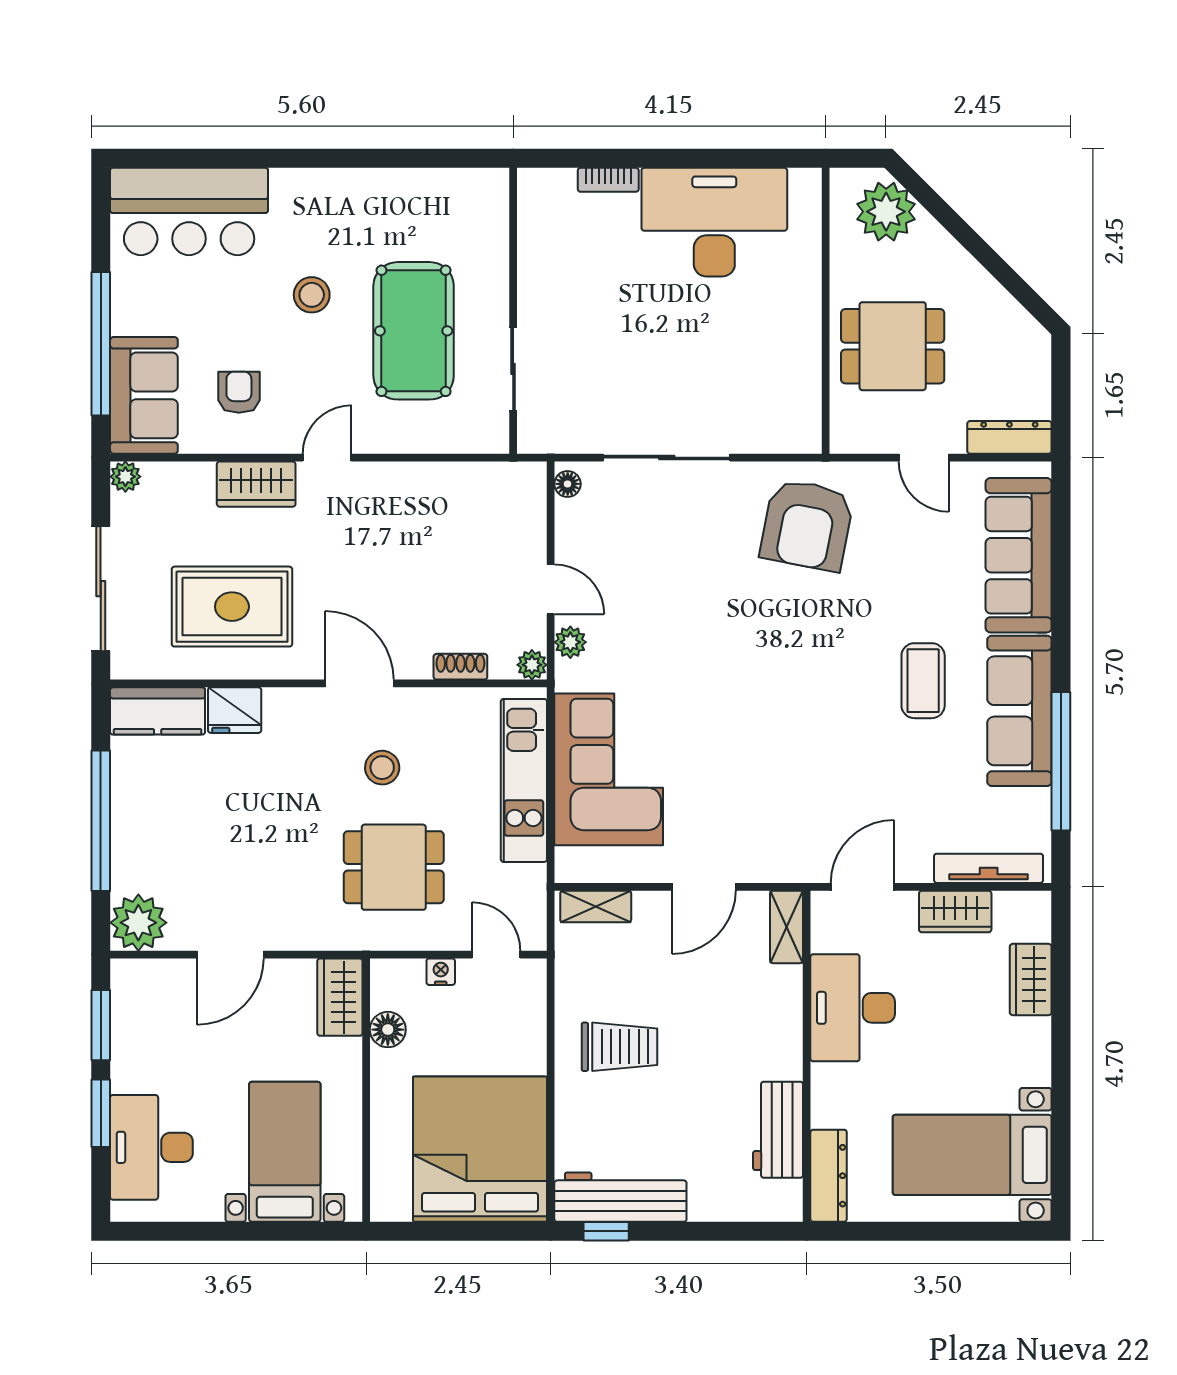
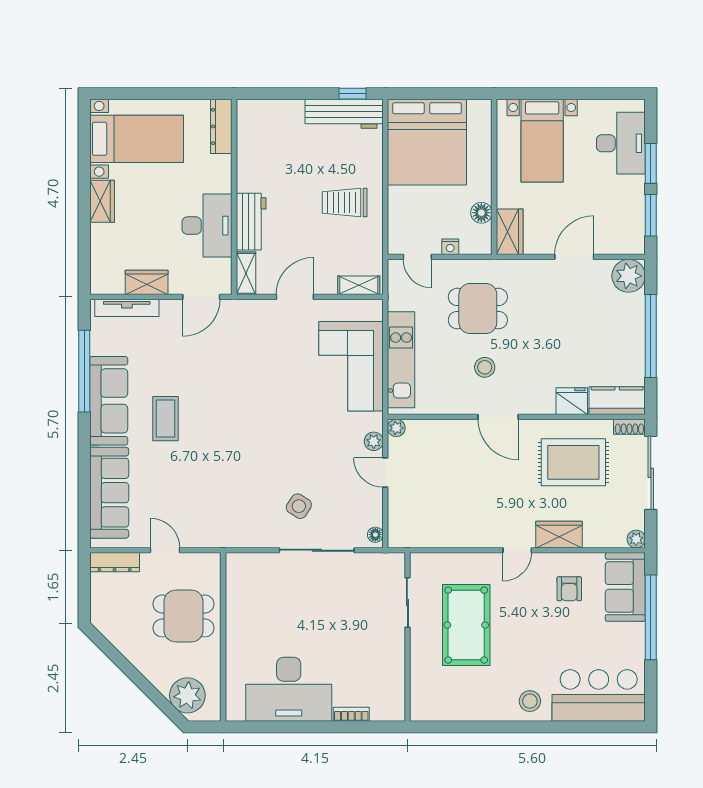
stool: (312, 295) -> (530, 701), moved
armchair: (807, 525) -> (234, 511), removed
side table: (697, 532) -> (299, 506), added
shoe rack: (460, 667) -> (629, 427), moved
wardrobe: (1031, 979) -> (102, 201), moved
workbench: (778, 1130) -> (251, 222), moved

